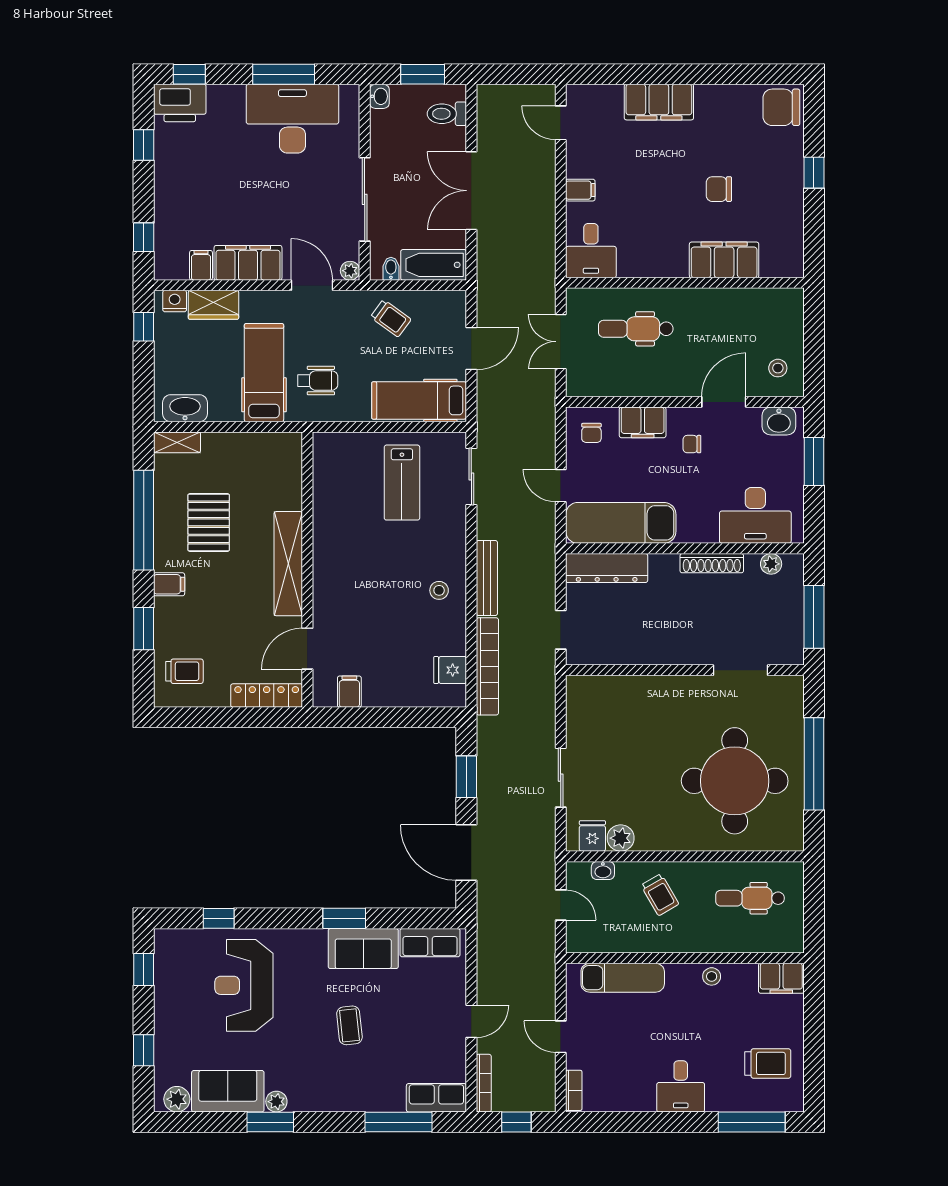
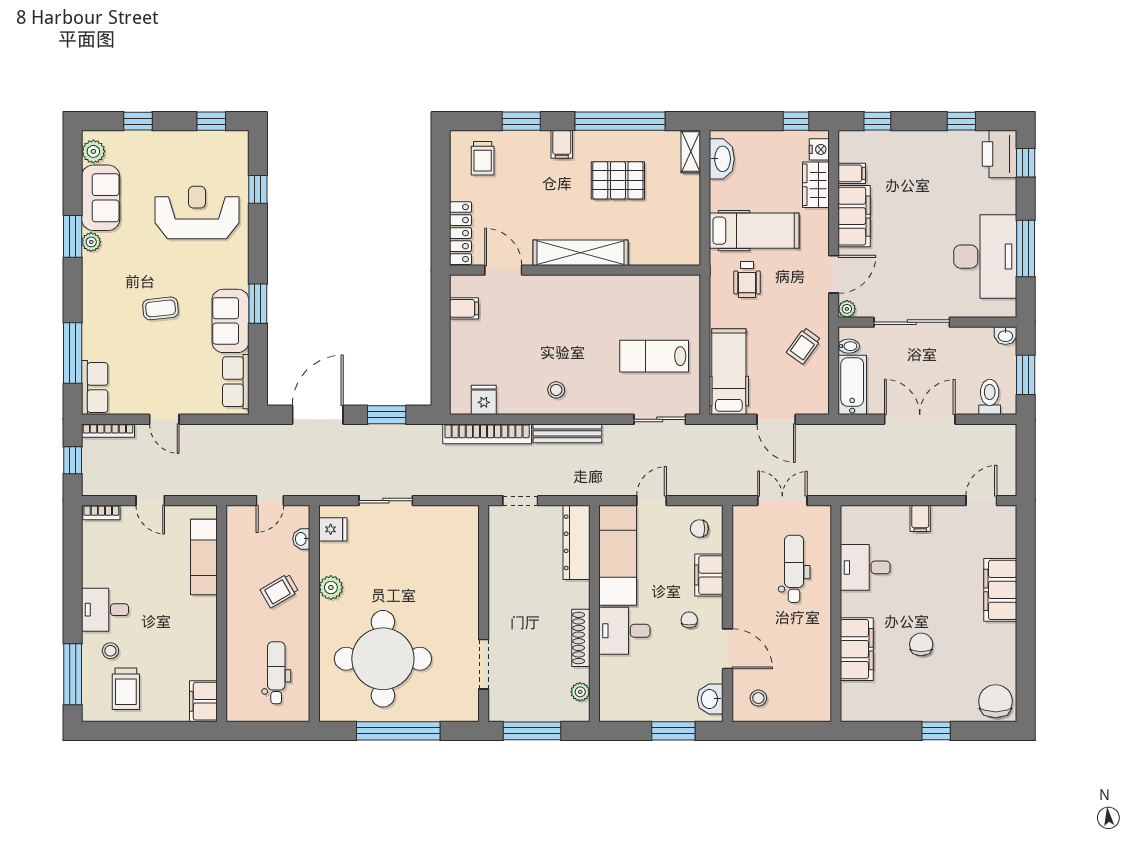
desk: (591, 251) -> (865, 567), moved
desk: (755, 515) -> (624, 631), moved, width x0.73
plant: (621, 838) -> (331, 588), moved
stool: (712, 976) -> (110, 651), moved
door: (561, 1037) -> (150, 501), swing flipped

